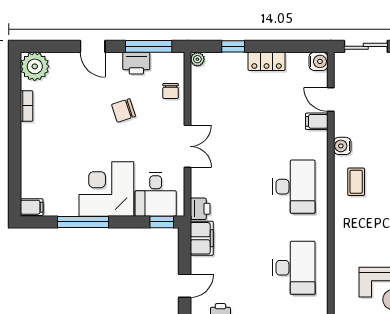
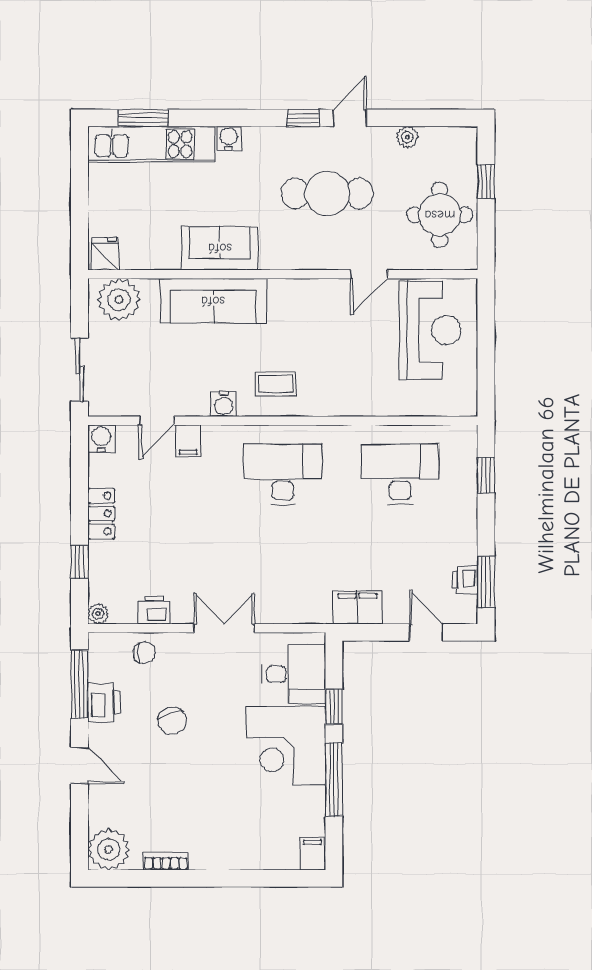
door: (93, 46) -> (79, 766), hinge flipped
printer: (200, 209) -> (154, 610), moved
window: (162, 222) -> (334, 707), moved

